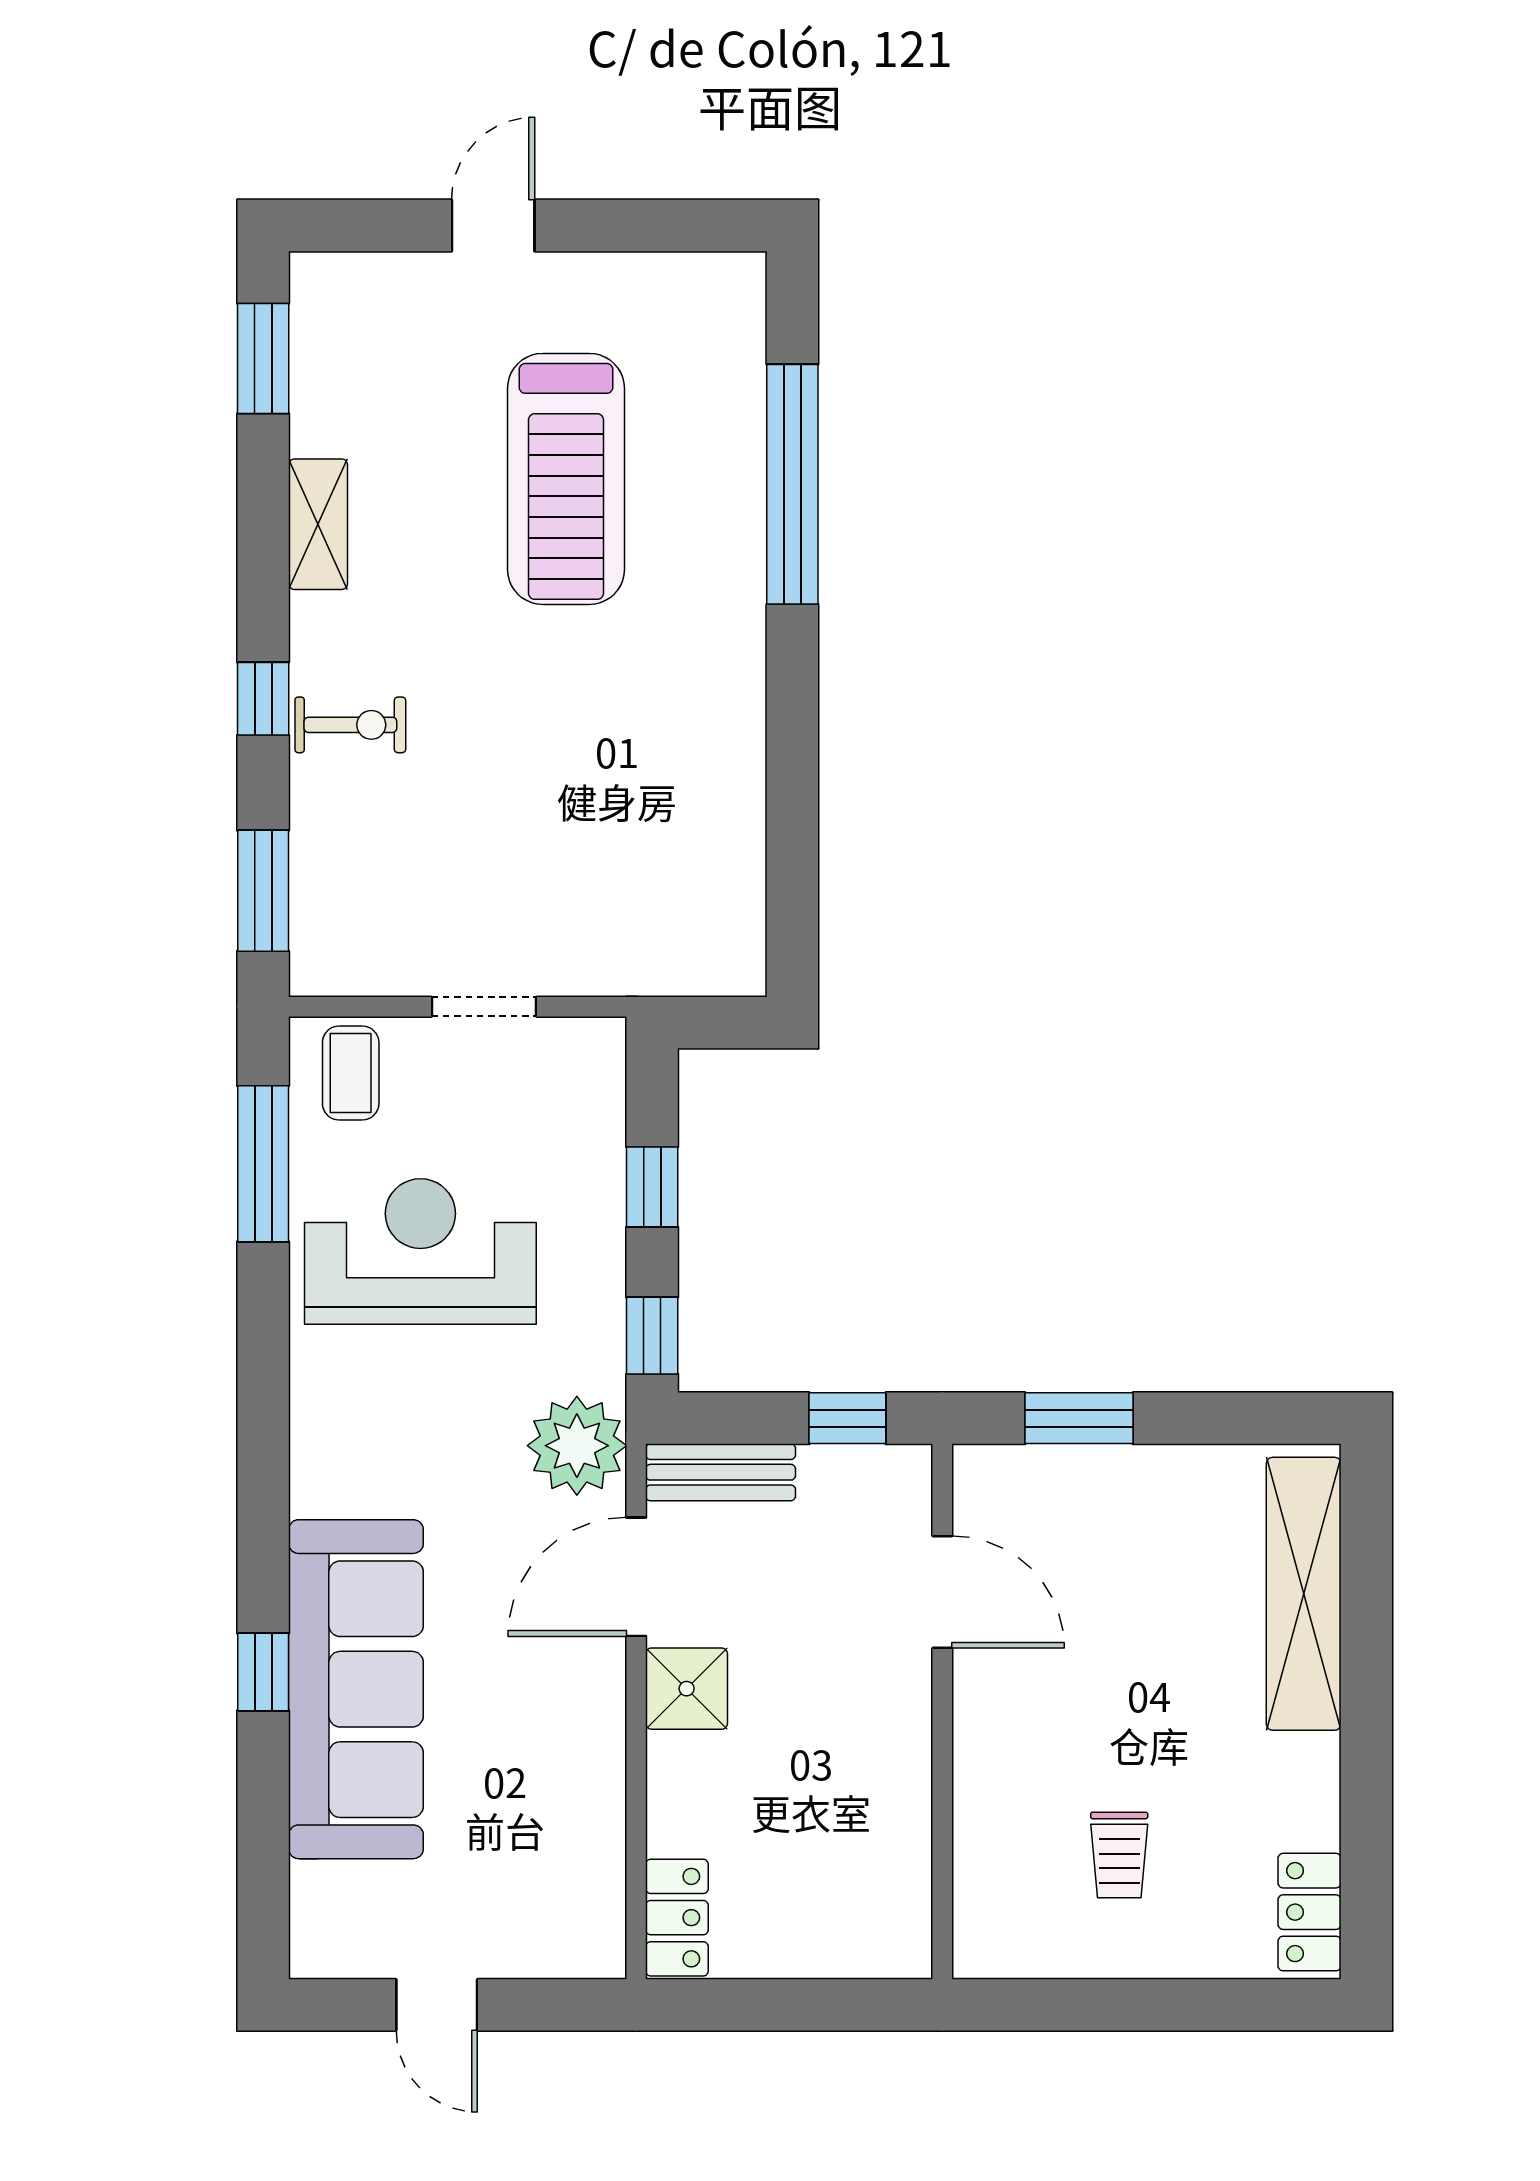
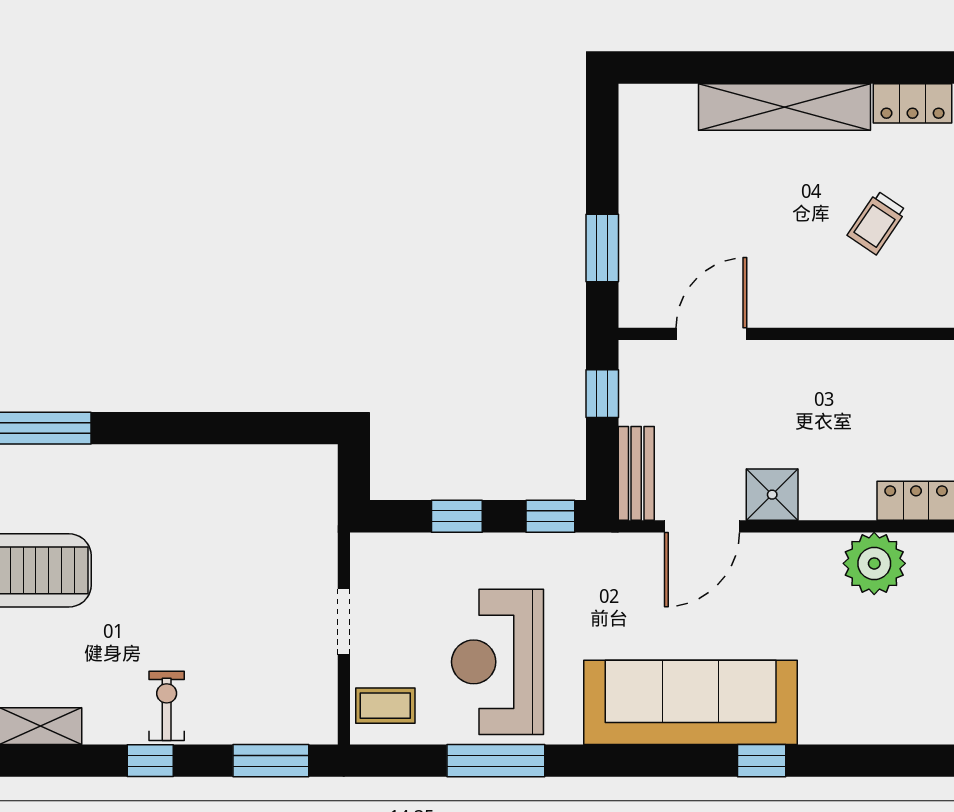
window: (263, 1164) -> (496, 761), moved
plant: (577, 1446) -> (874, 563), moved
door: (636, 1577) -> (702, 526), hinge flipped
shelving: (1304, 1594) -> (784, 107), moved
sofa: (356, 1689) -> (691, 702), moved
trolley: (1119, 1855) -> (877, 223), turned 124

